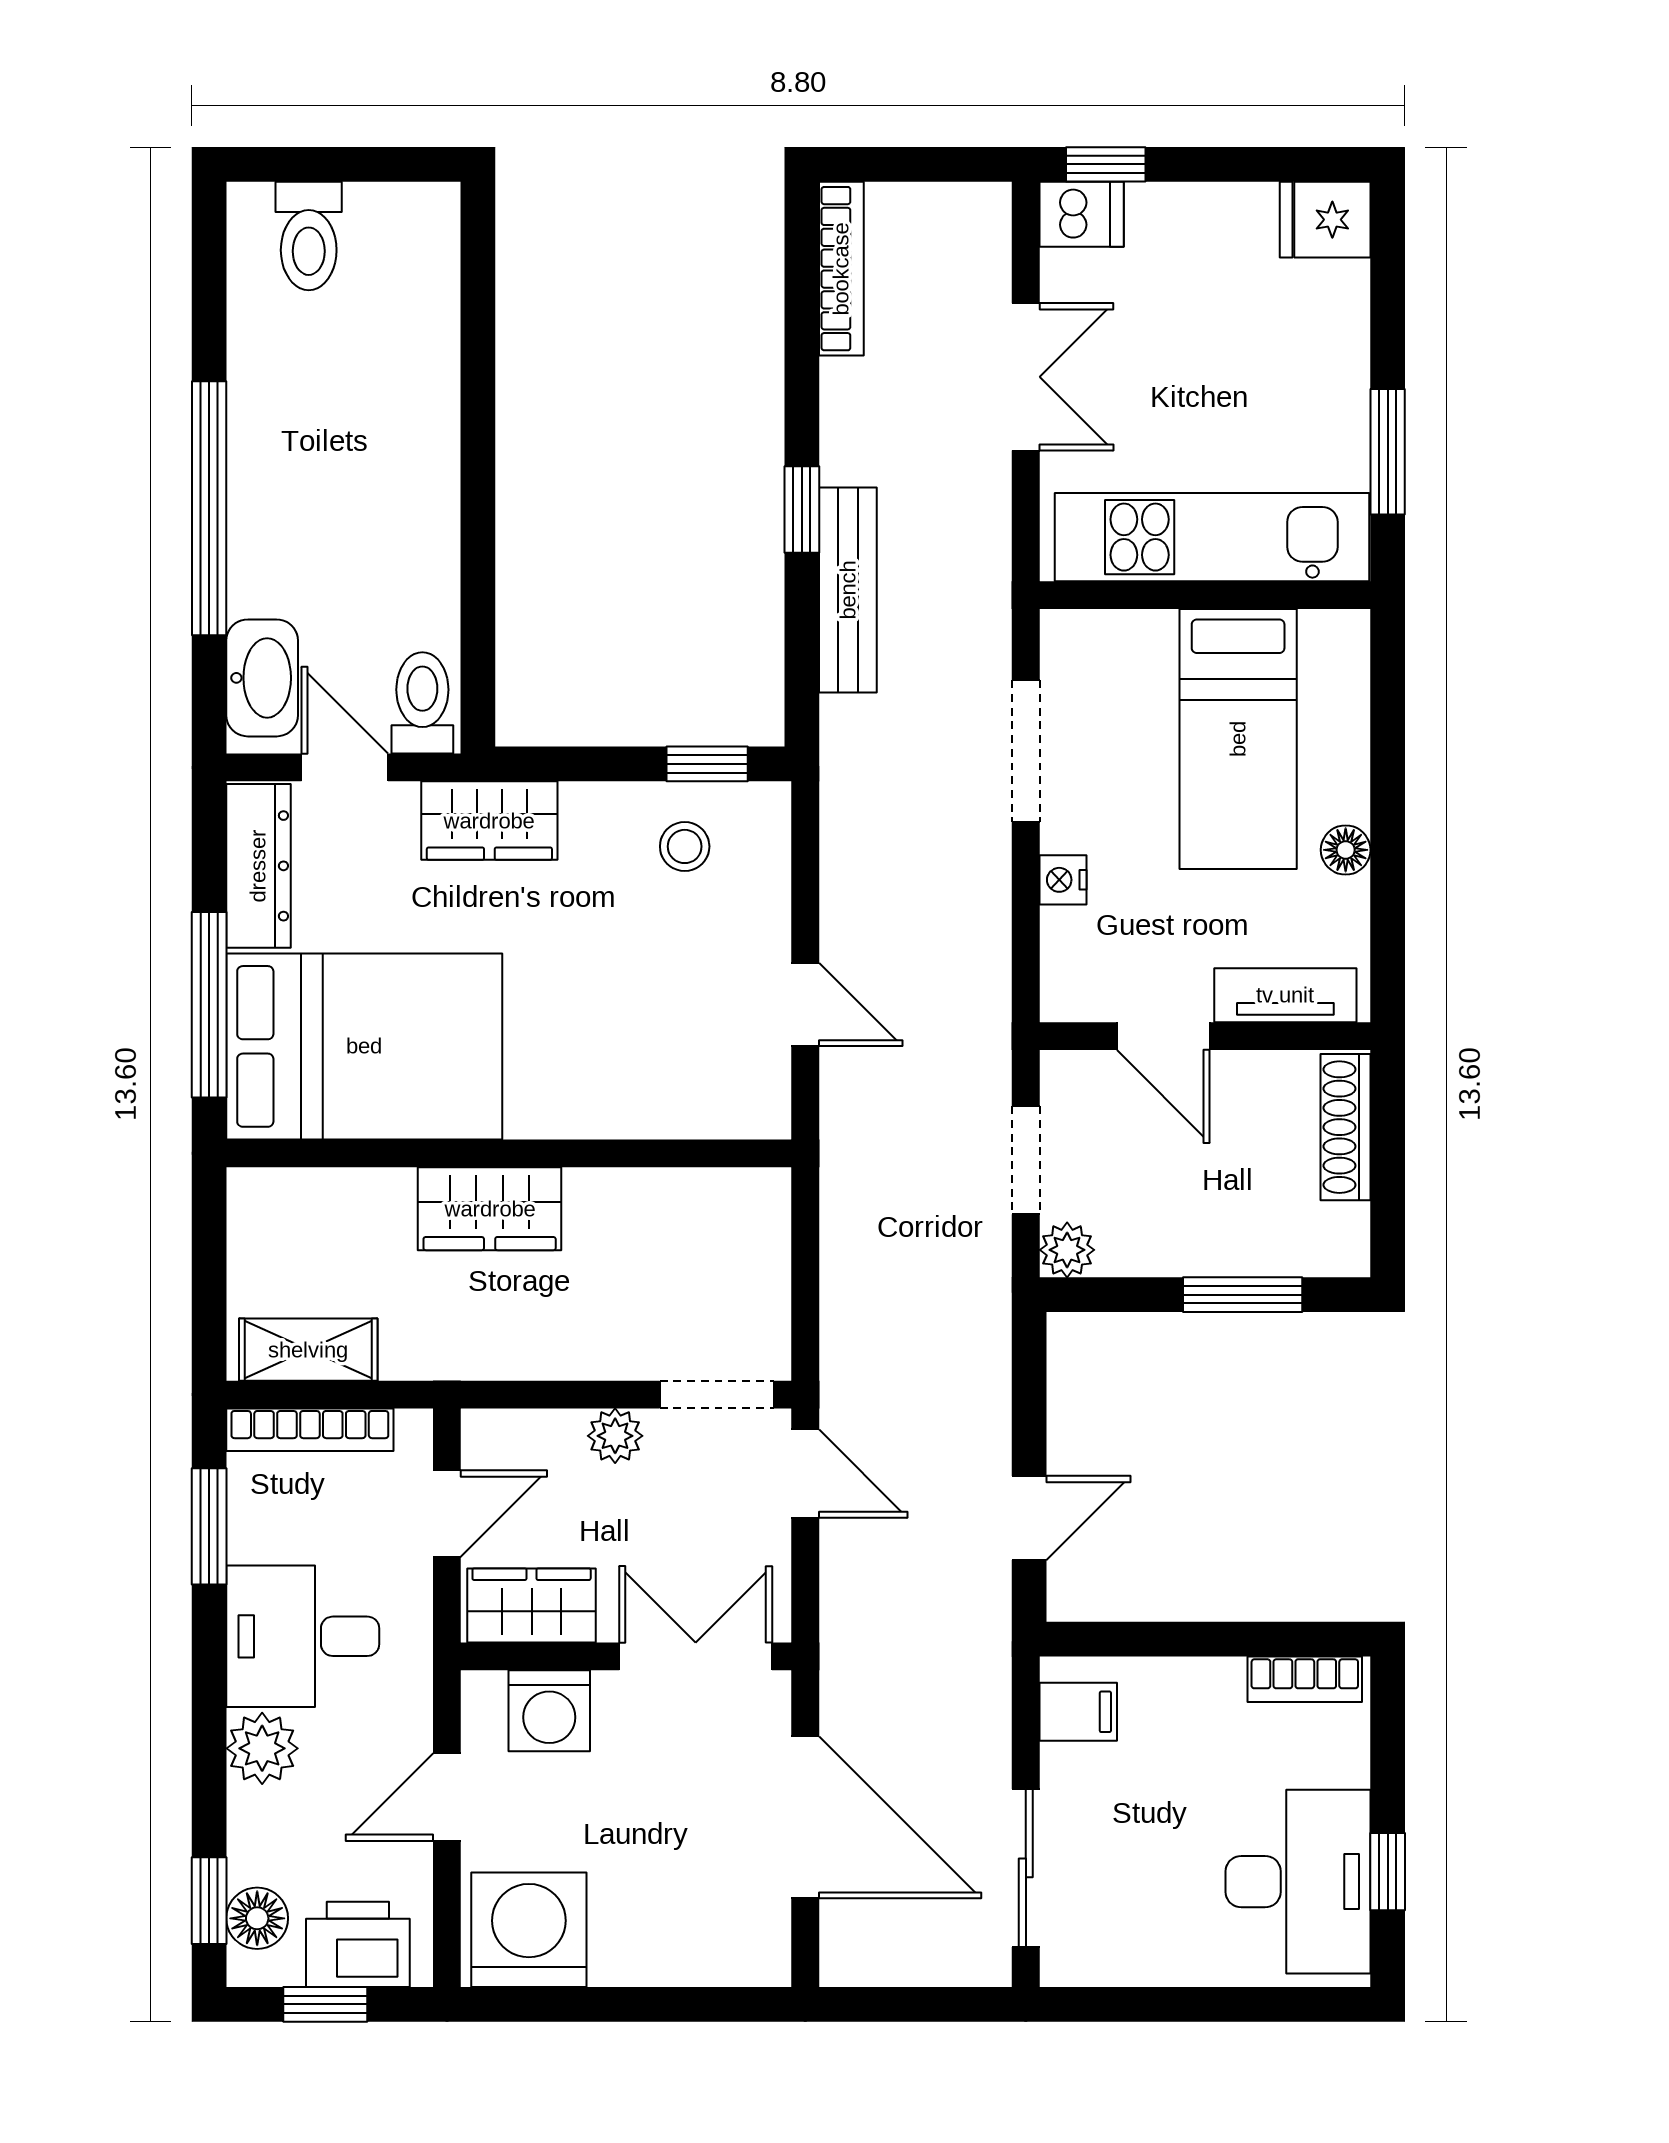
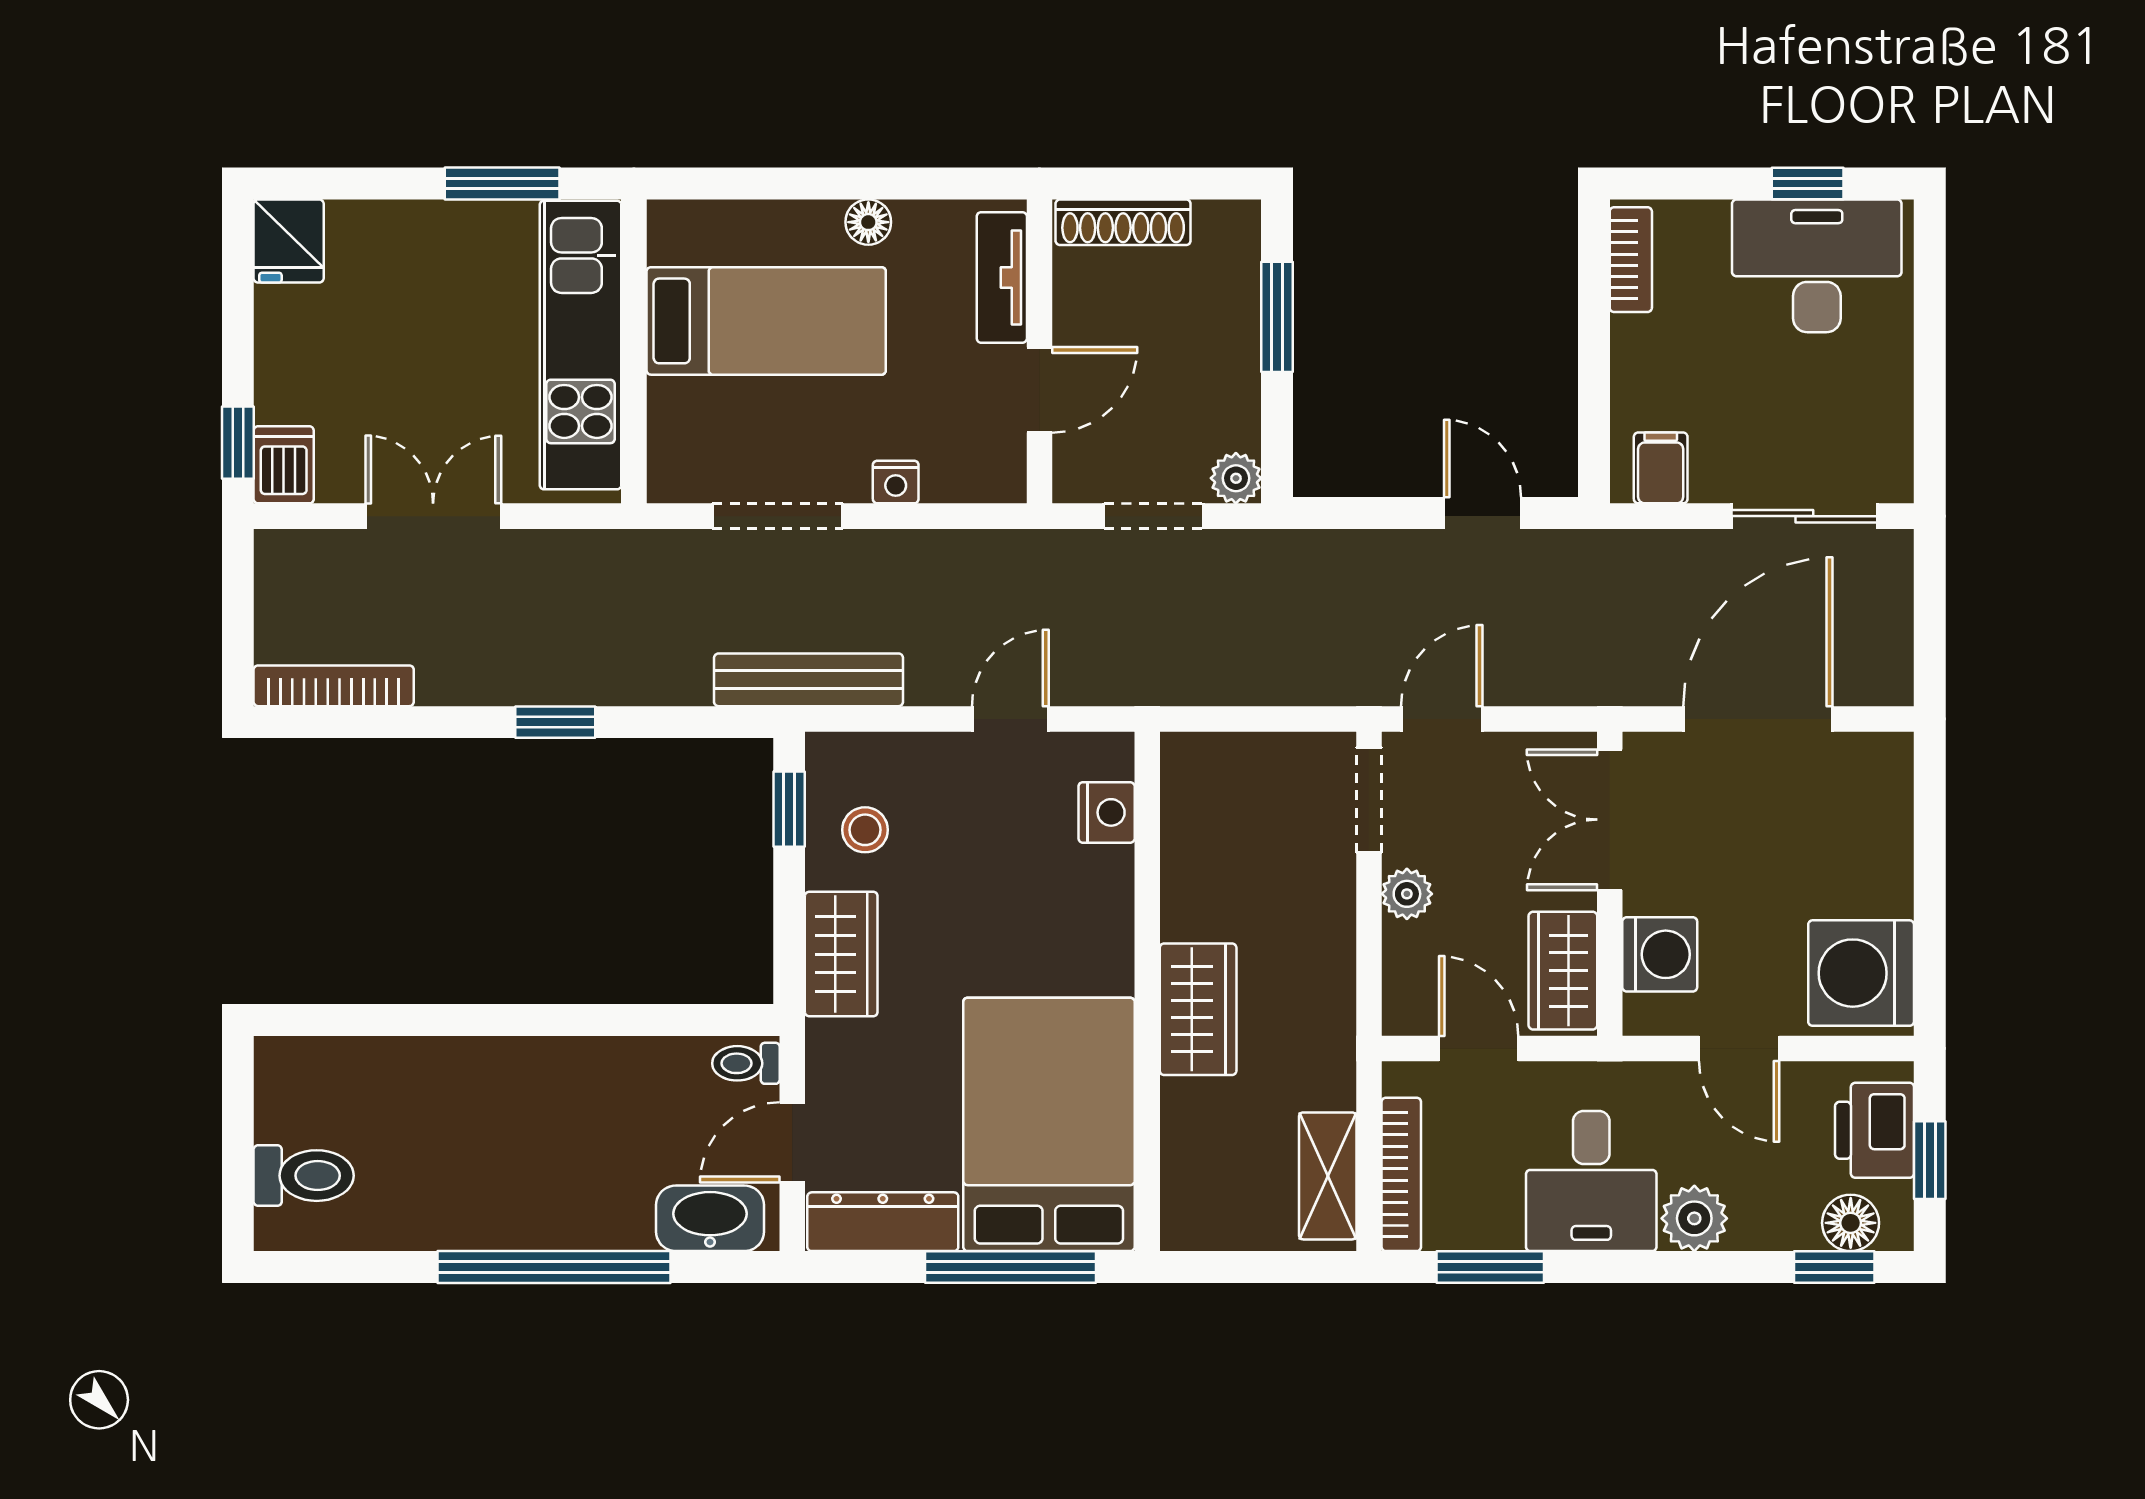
bench: (848, 590) -> (809, 680), moved
toilet: (422, 703) -> (746, 1063), width x0.73, depth x0.72
wardrobe: (489, 821) -> (841, 954), moved
nightstand: (704, 1109) -> (1107, 812), added

